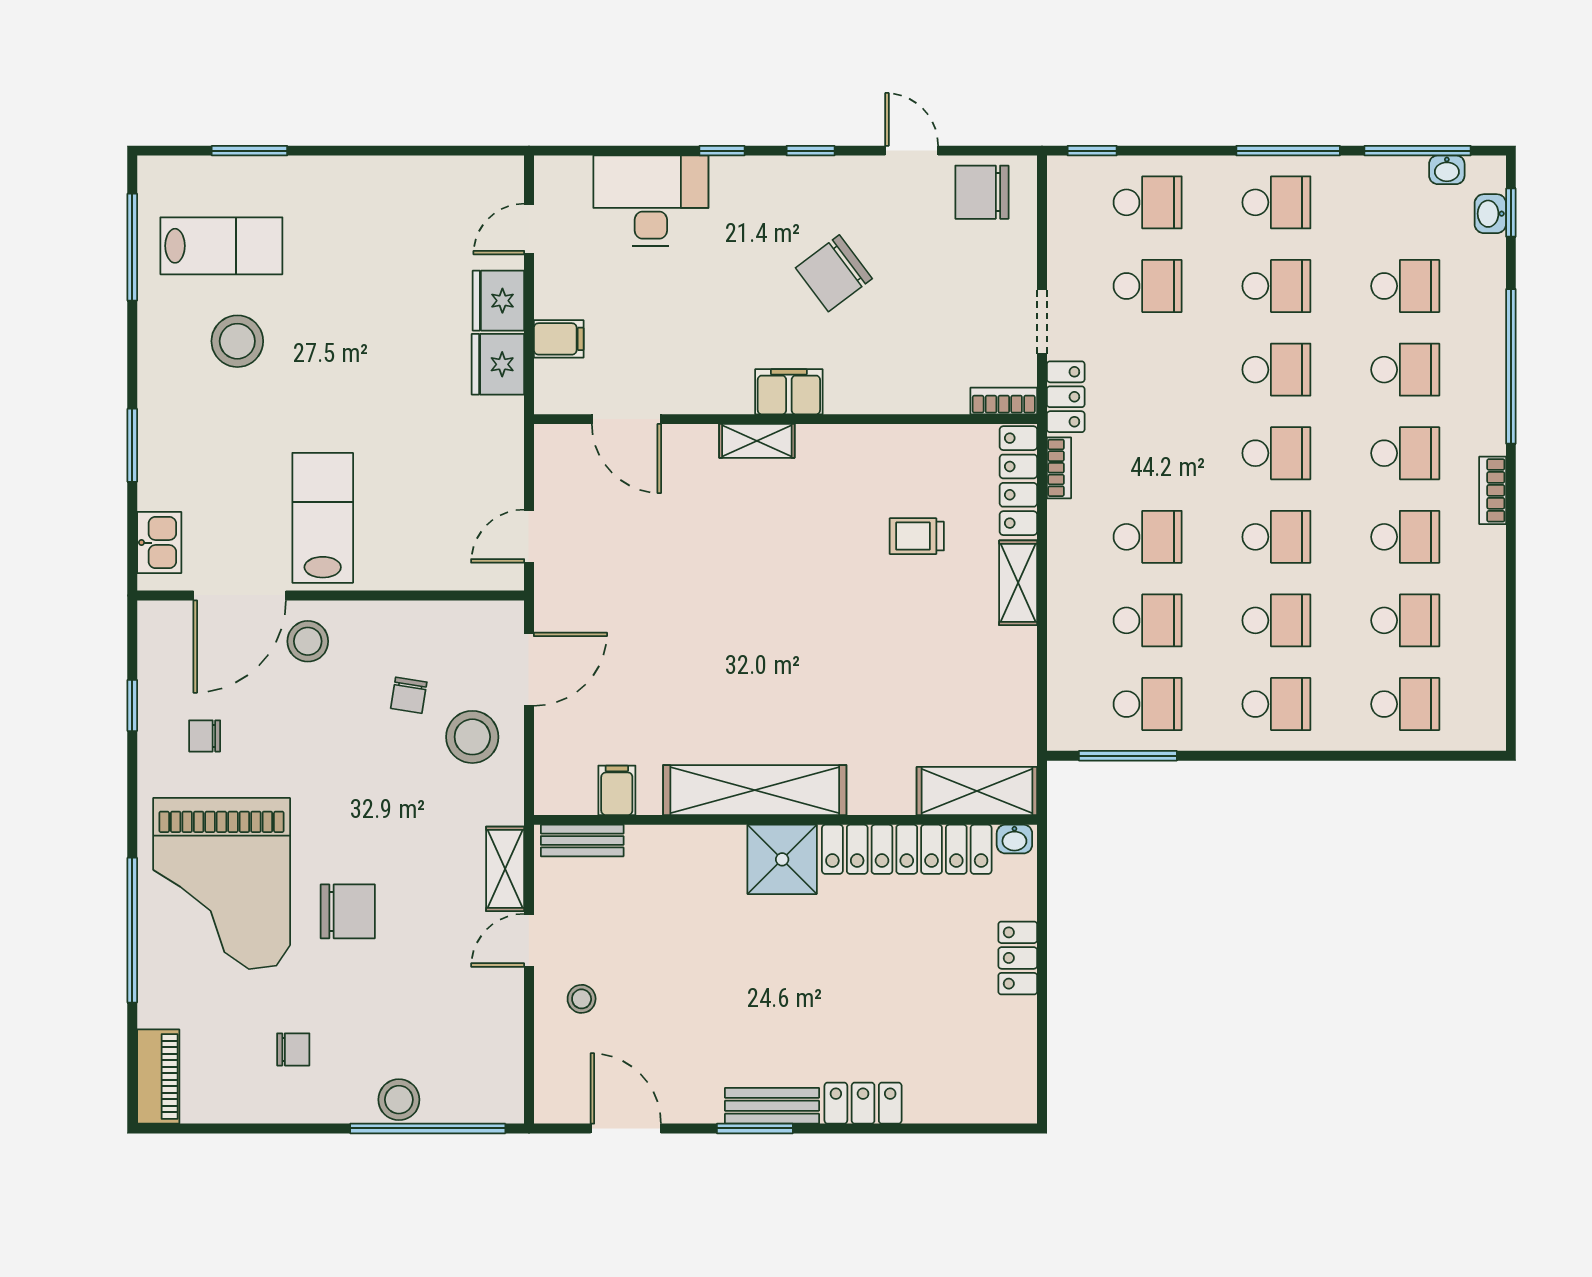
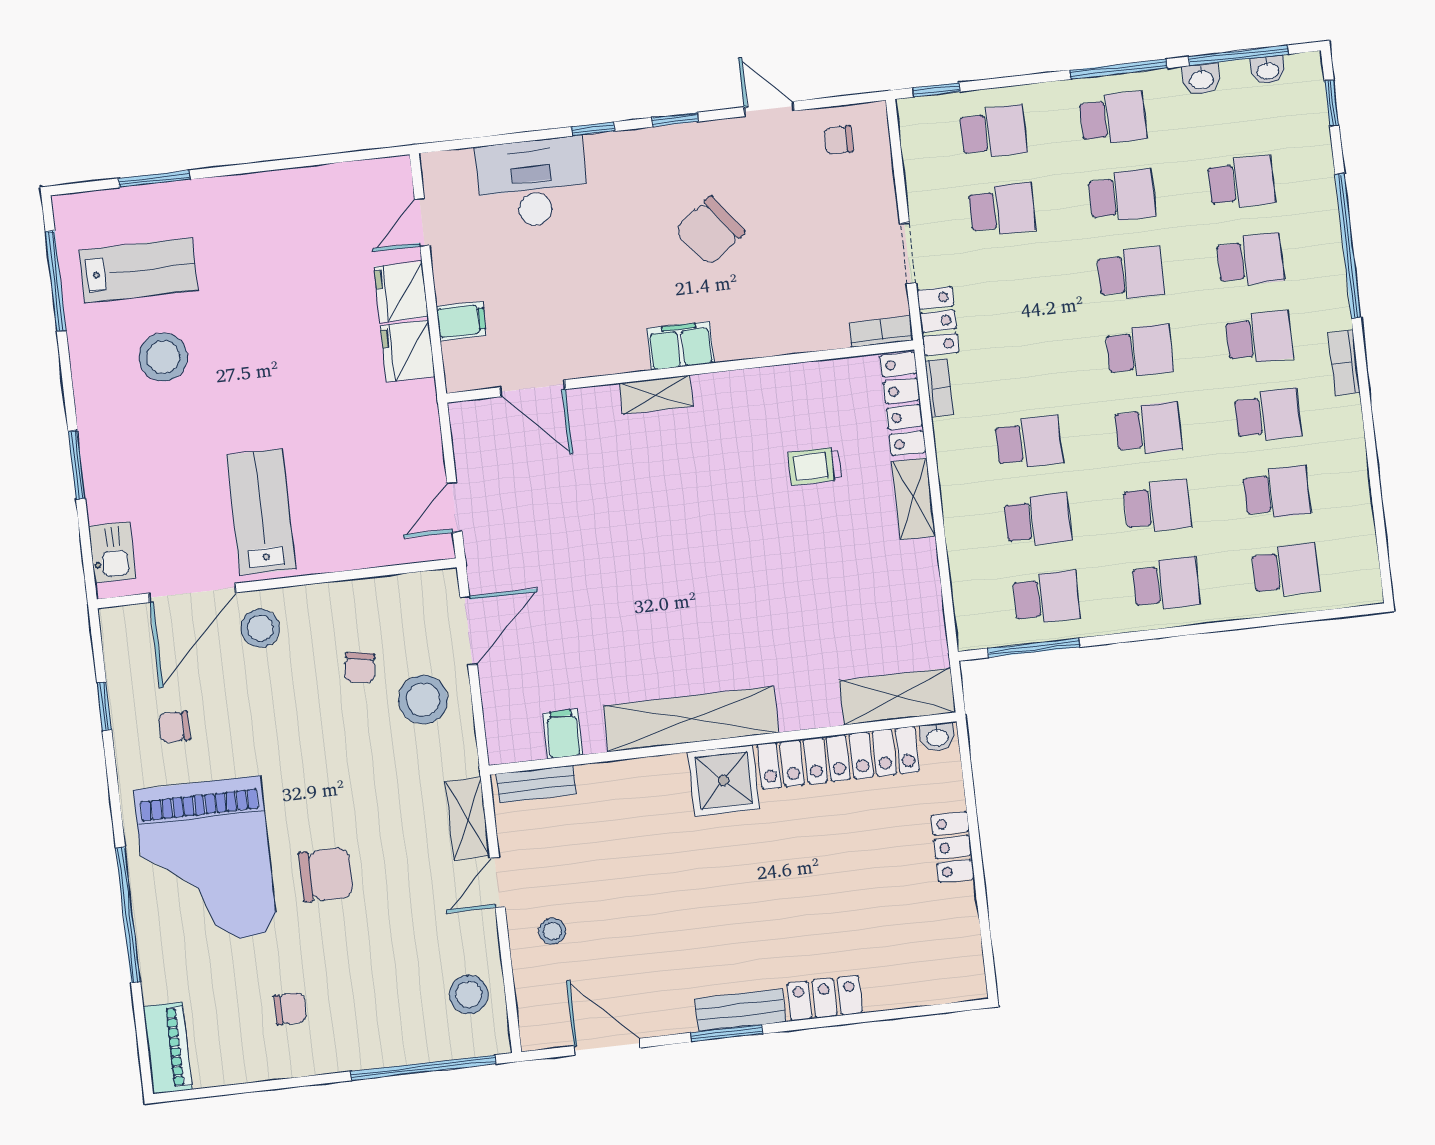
chair: (982, 192) -> (839, 140), width x0.54, depth x0.54
washbasin: (1490, 214) -> (1201, 79), moved, turned -90
stool: (399, 1100) -> (469, 994), moved

